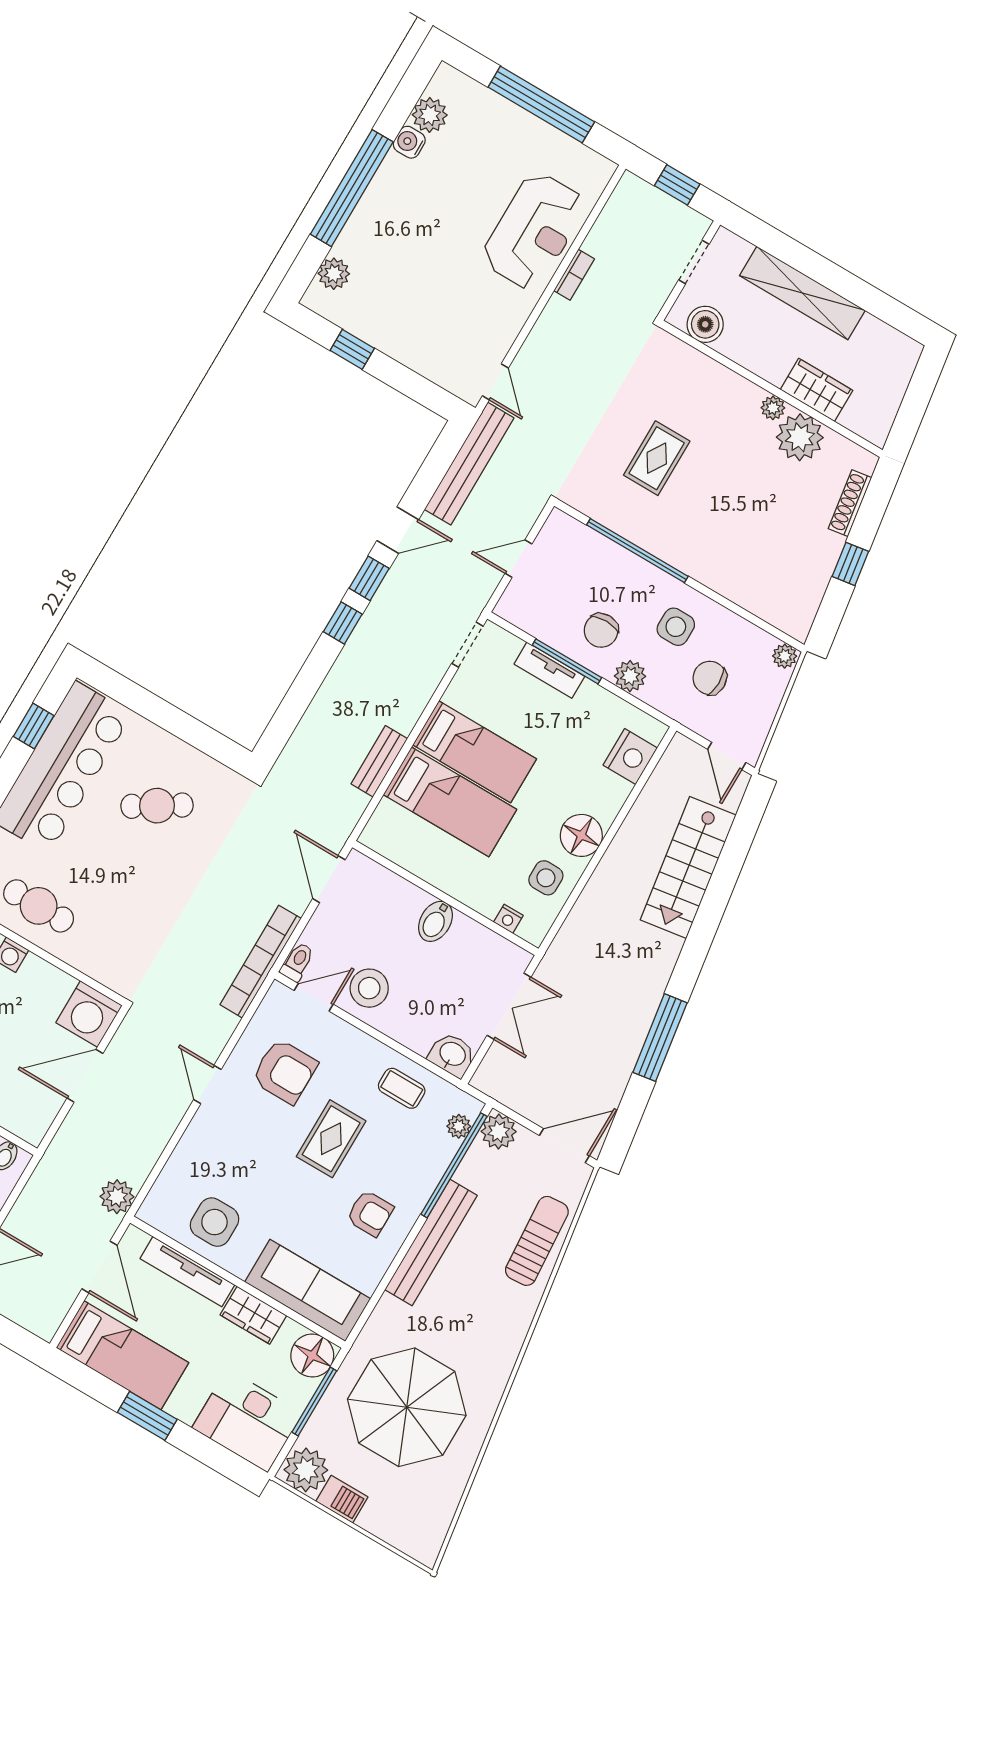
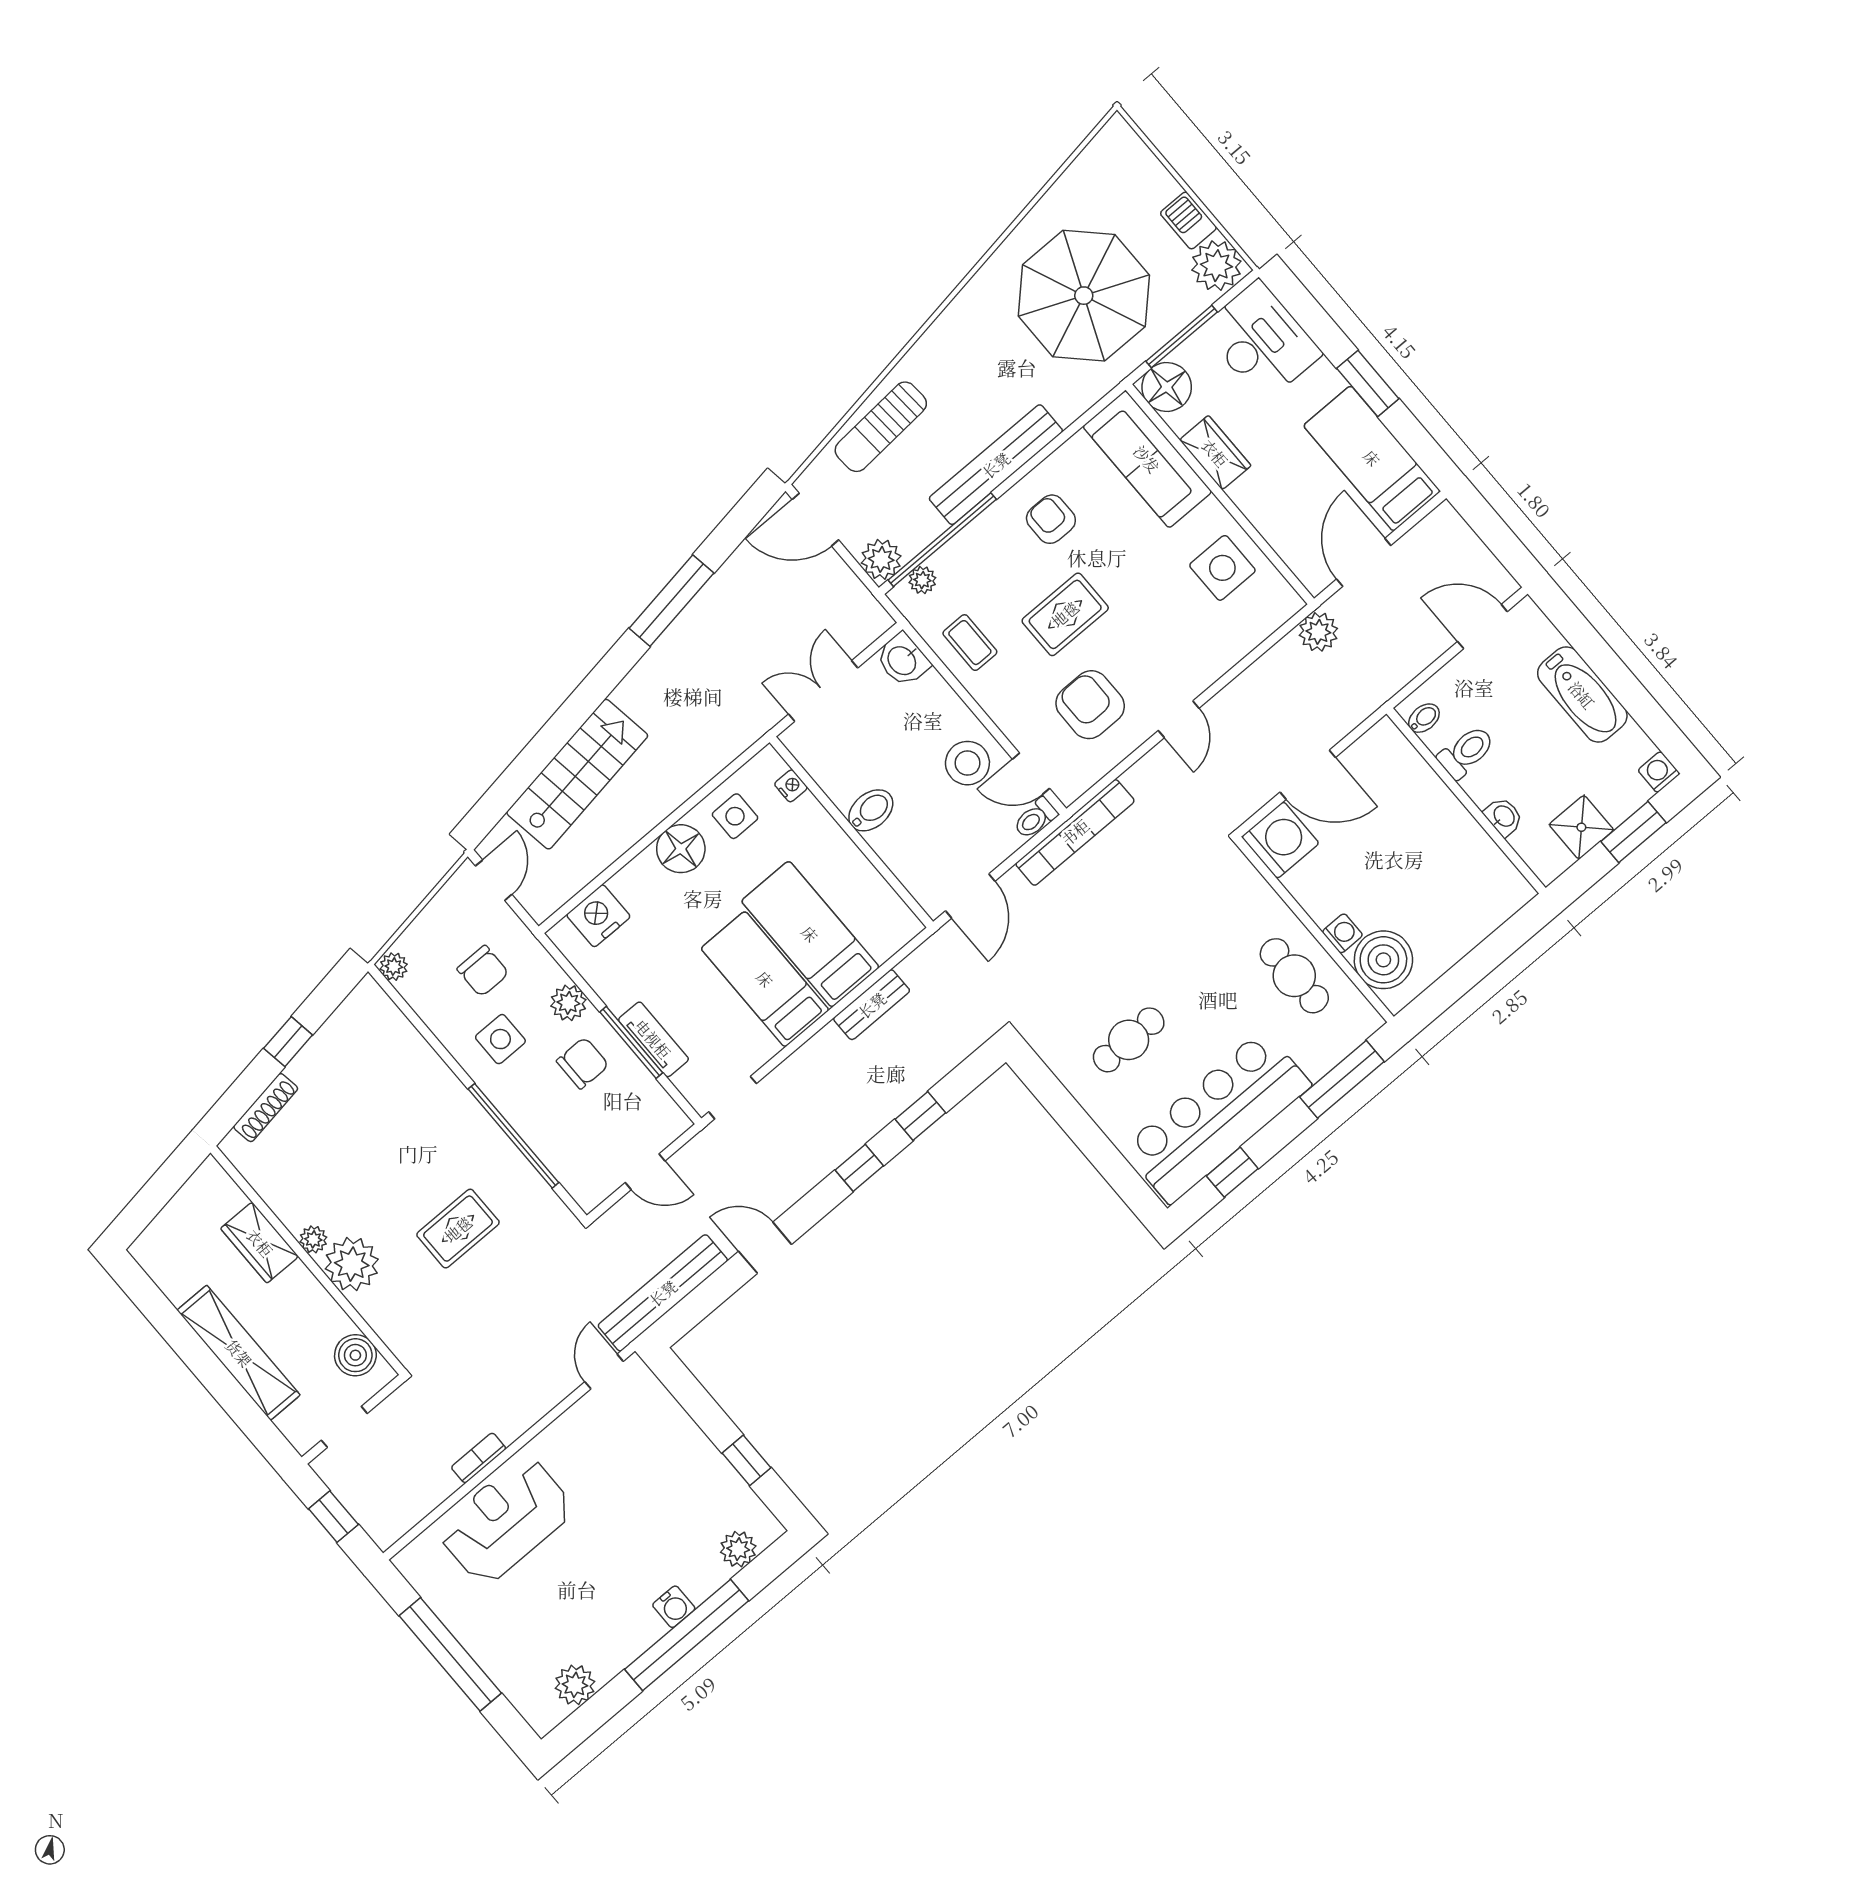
water cooler: (409, 142) -> (674, 1607), moved
plant: (800, 437) -> (352, 1264), moved
window: (369, 578) -> (920, 1116), moved
cafe table: (157, 806) -> (1129, 1040), turned -58
tv unit: (187, 1272) -> (1270, 524), removed

